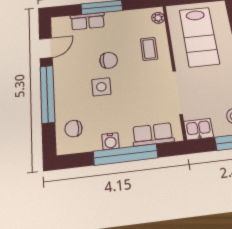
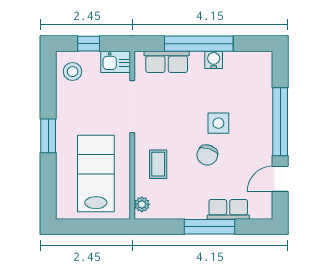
chair: (109, 60) -> (207, 155), turned -72
chair: (73, 129) -> (253, 78), removed

